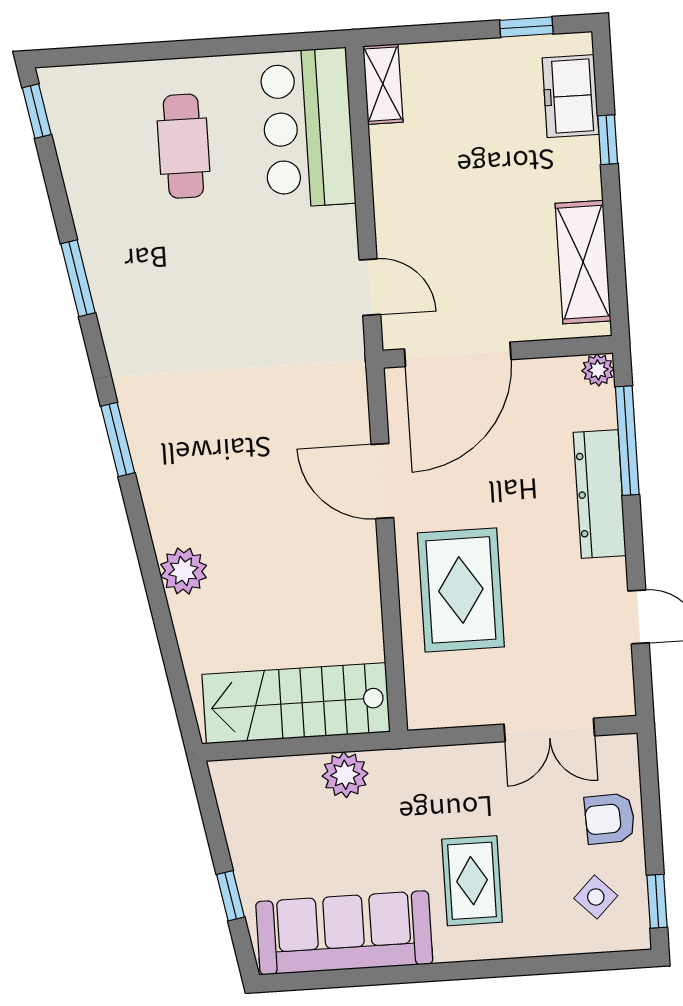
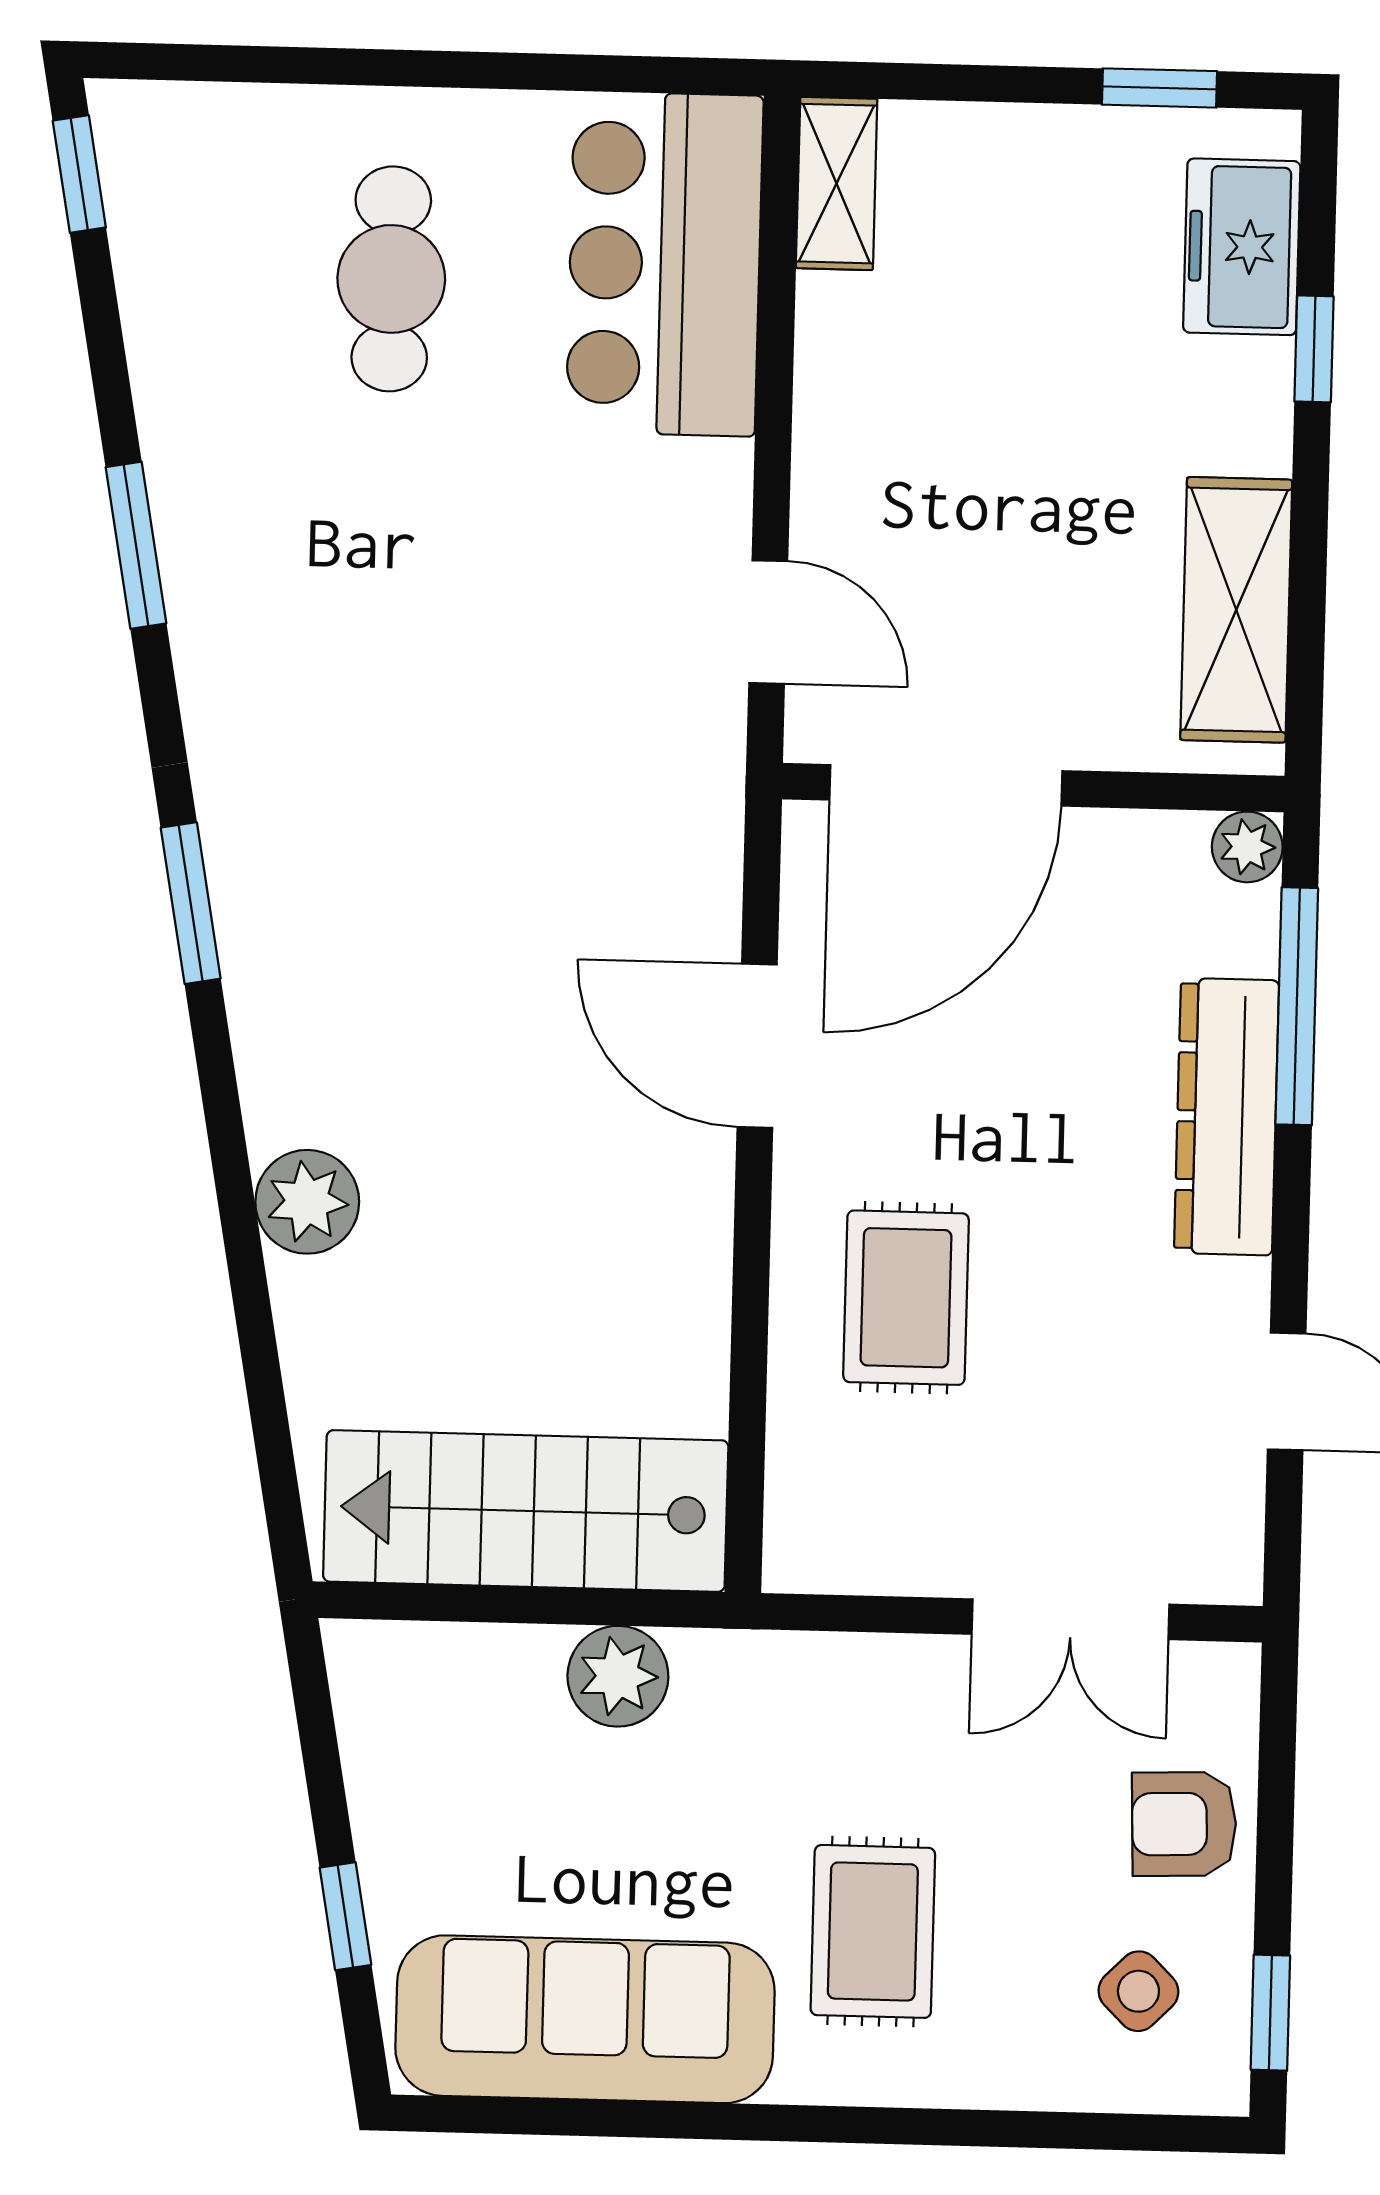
rug: (461, 590) -> (906, 1298), width x0.73, depth x0.70

